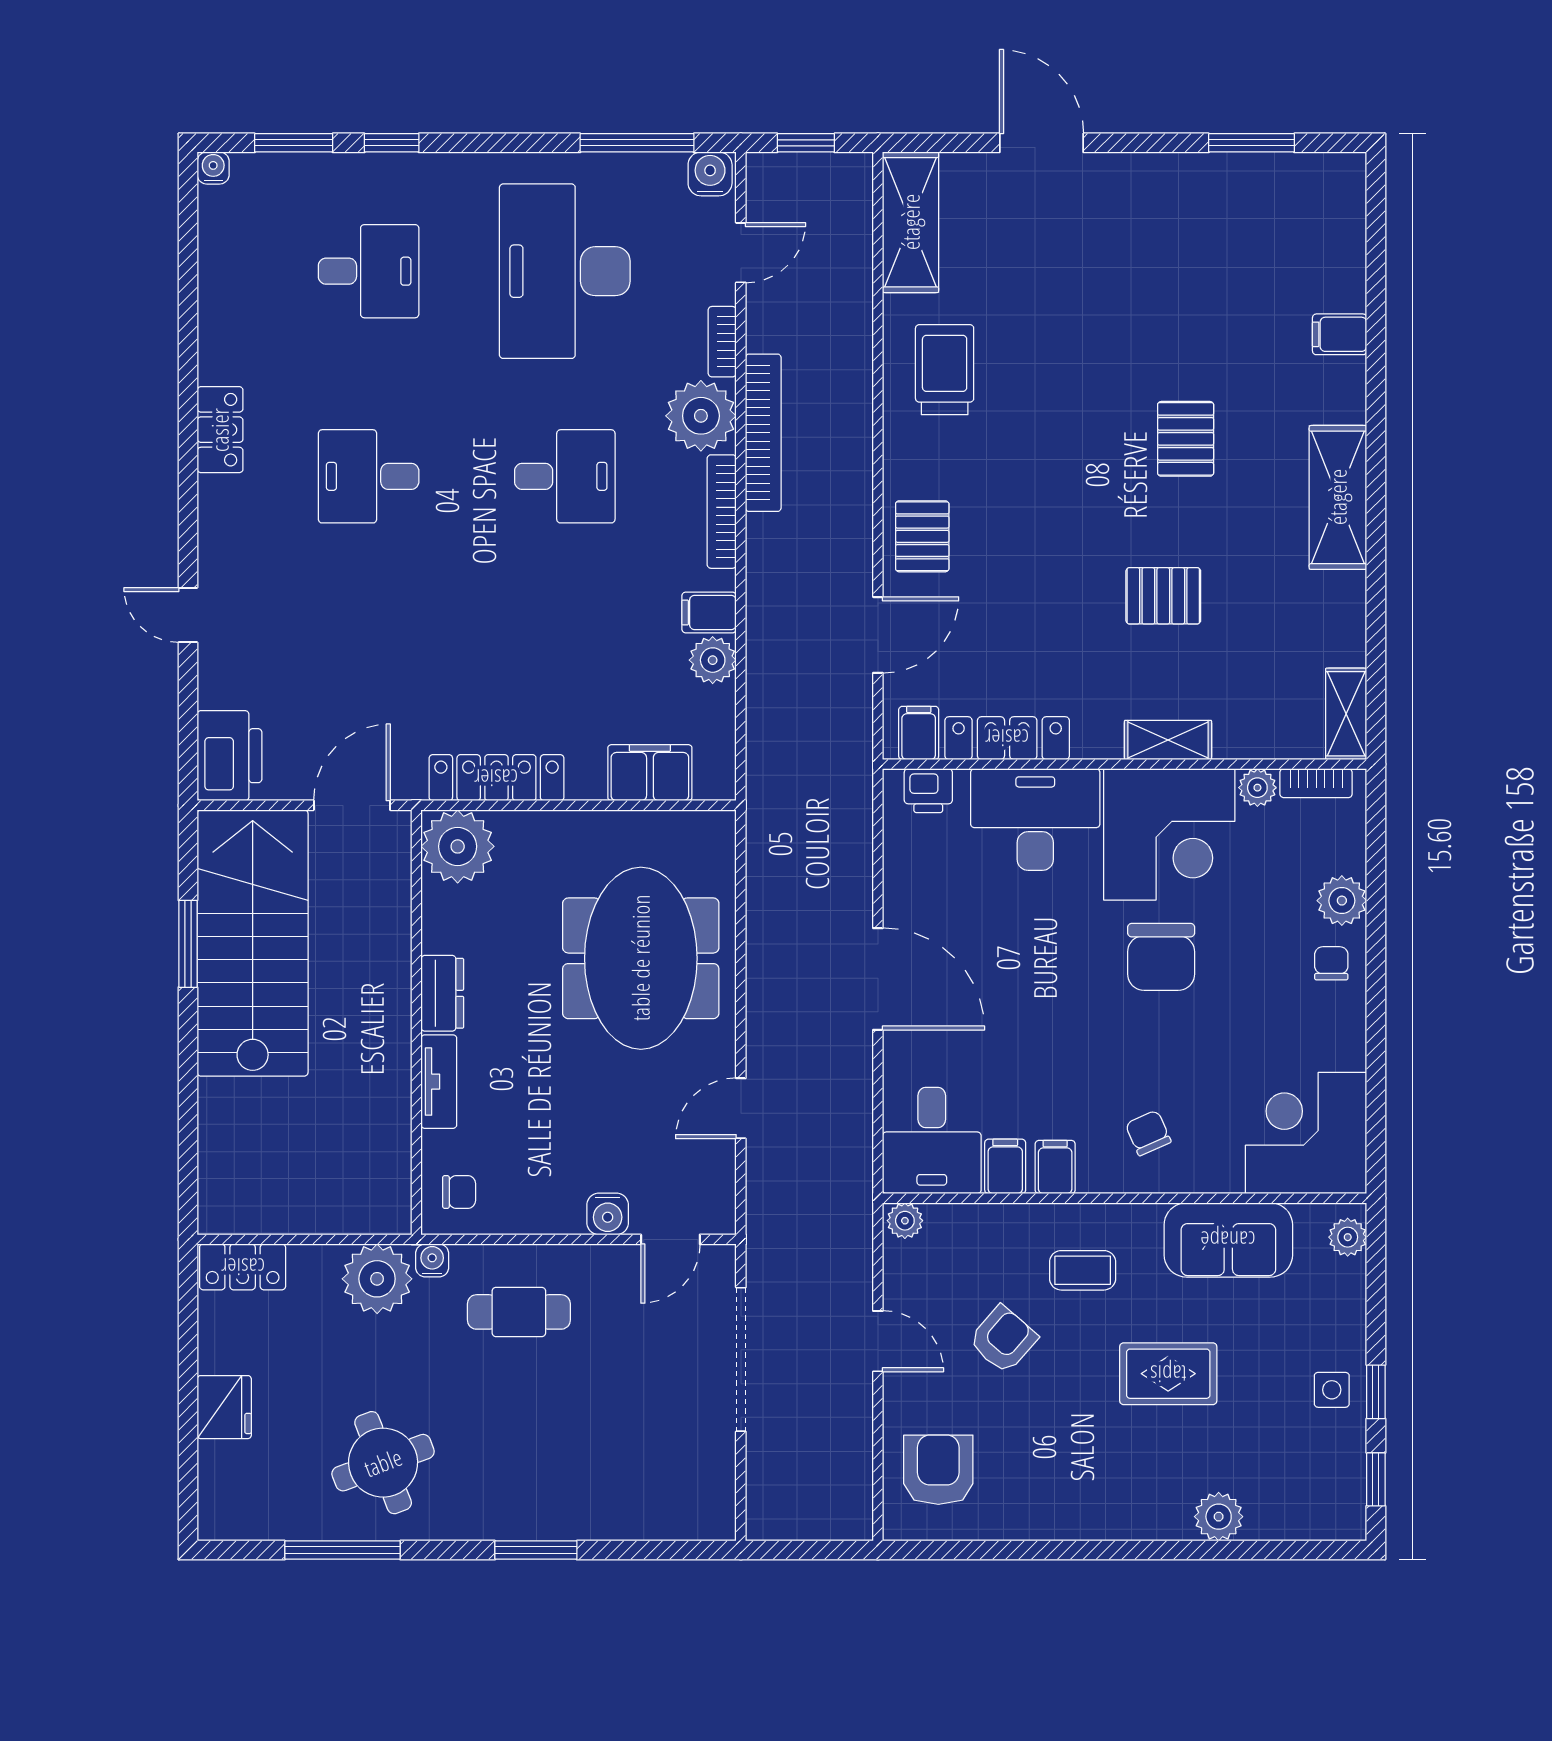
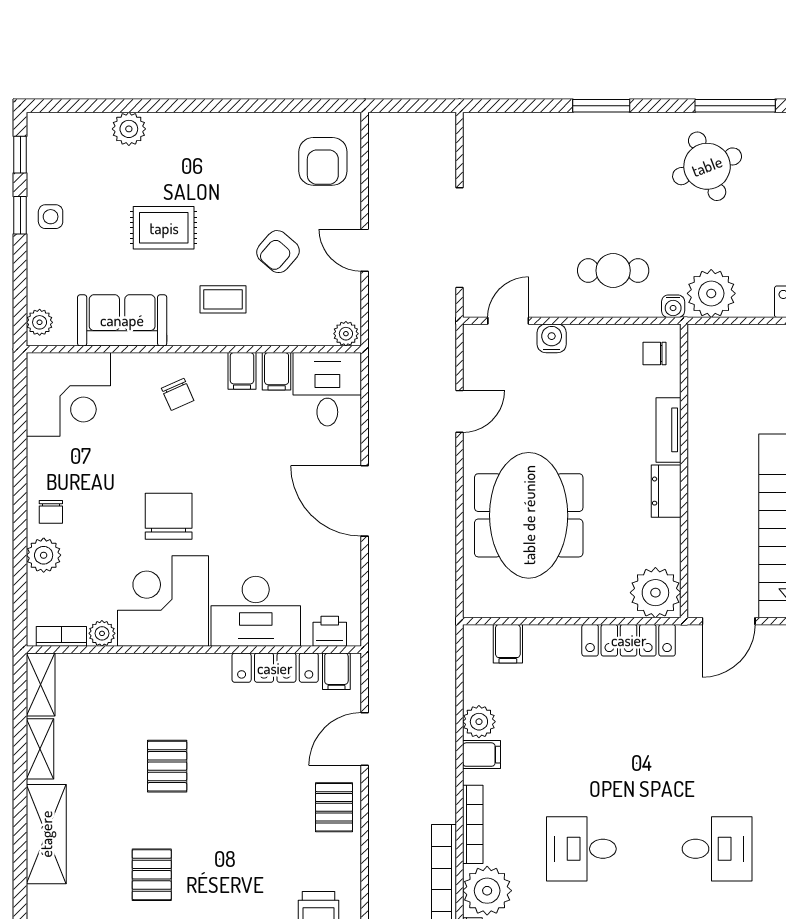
pallet: (1163, 596) -> (167, 766), turned 90
shelving: (1168, 740) -> (40, 749), moved, turned 90
filing cabinet: (650, 773) -> (508, 644), width x0.50

